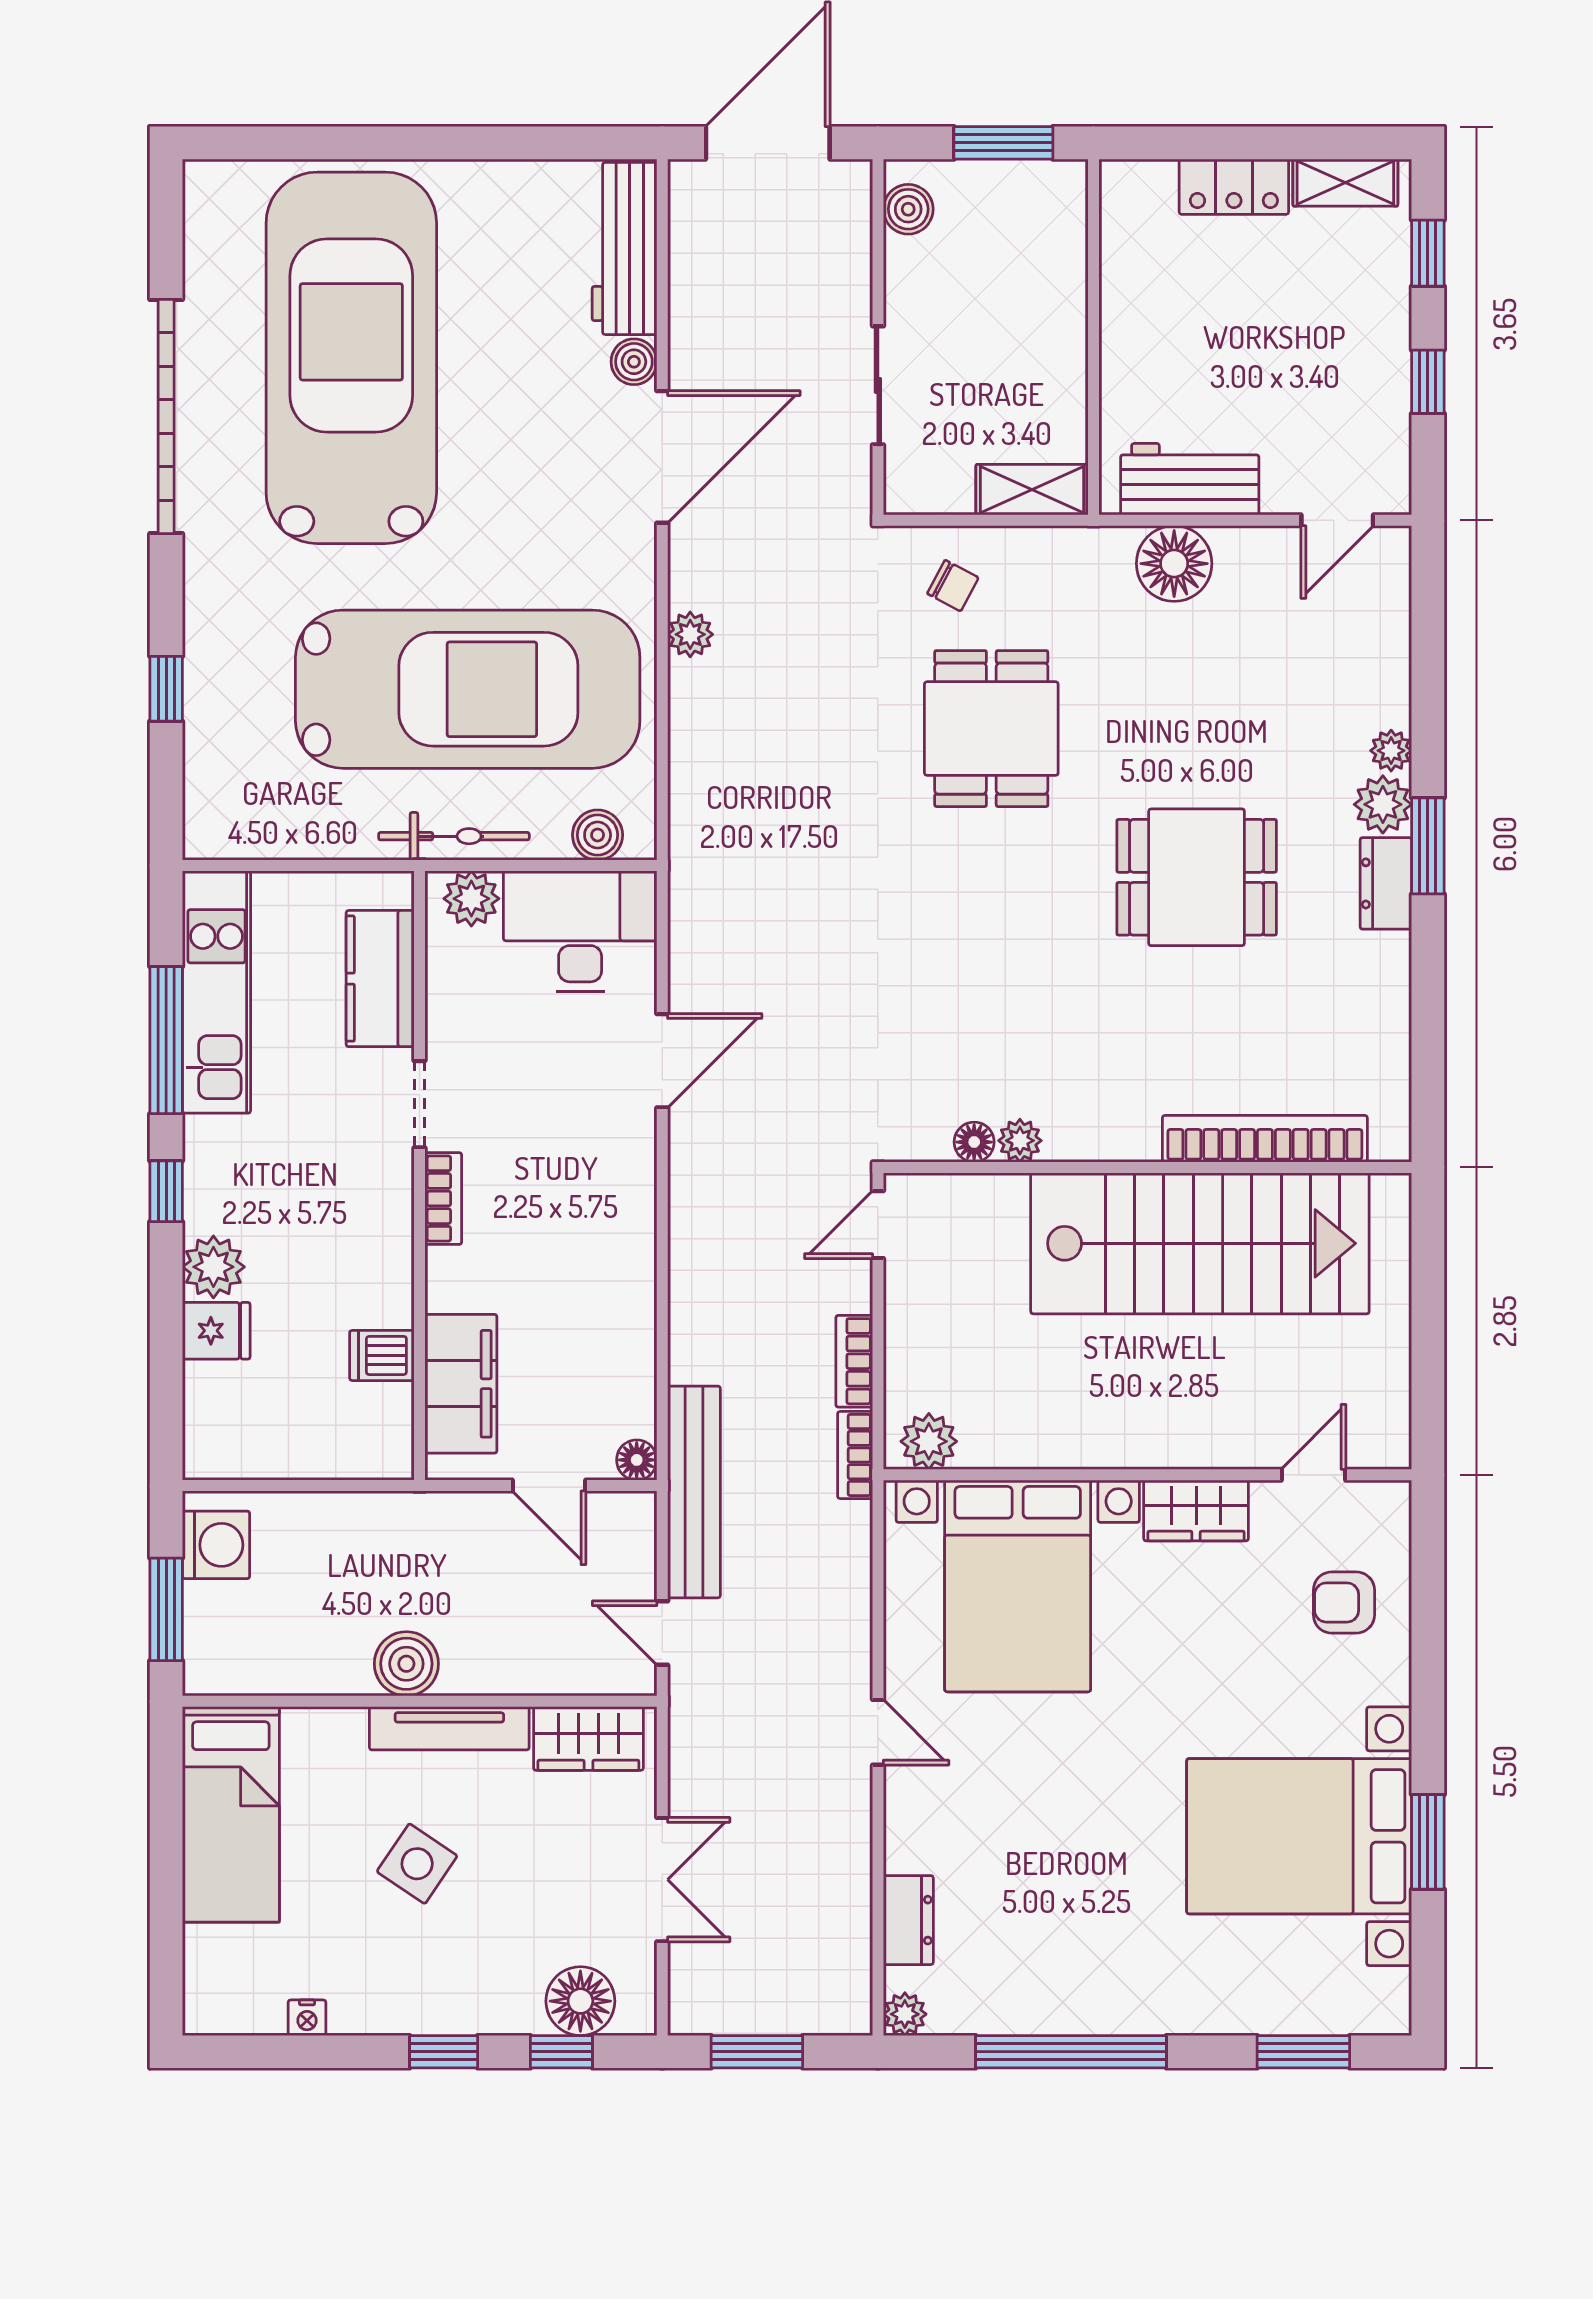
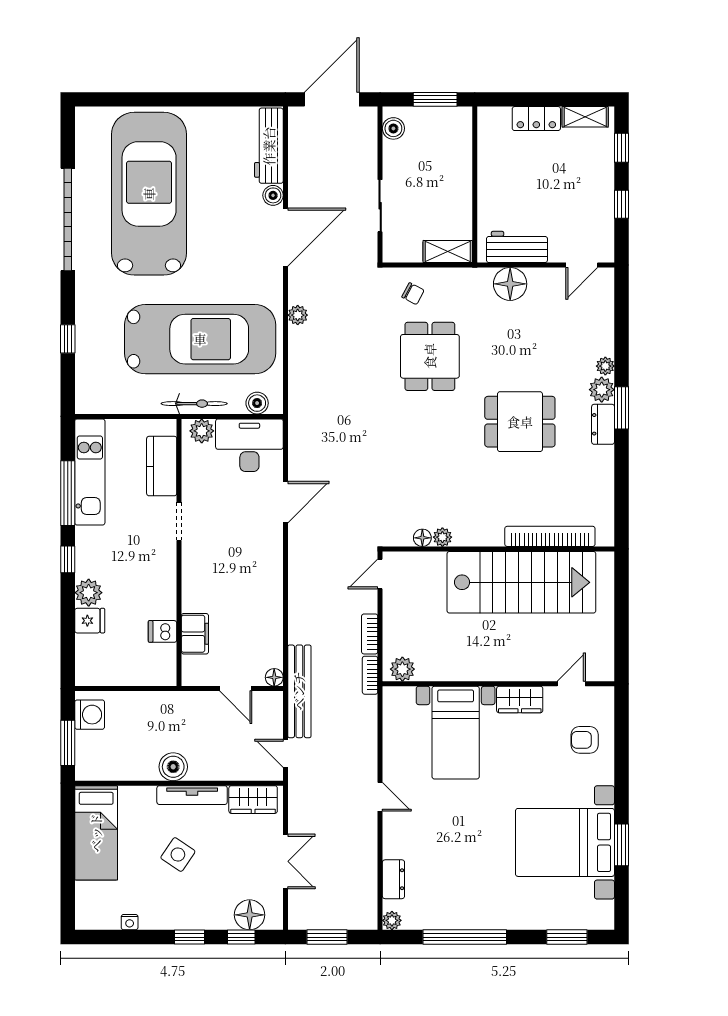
bookcase: (443, 1199) -> (189, 563), removed
filing cabinet: (461, 1384) -> (195, 634), width x0.67, depth x0.86
bed with nightstands: (1018, 1586) -> (456, 733), width x0.73

